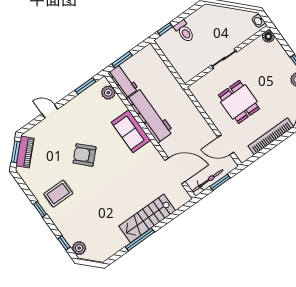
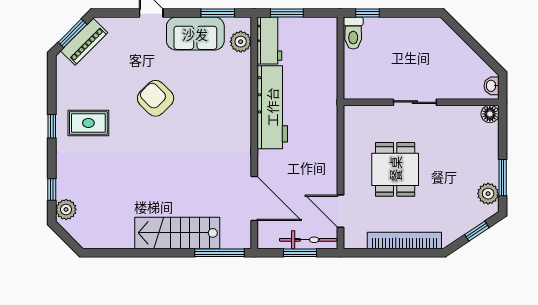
toilet: (184, 31) -> (353, 33), moved
sofa: (131, 131) -> (195, 34), moved, turned -90
bicycle: (208, 181) -> (308, 240), moved
window: (140, 239) -> (220, 253), moved

